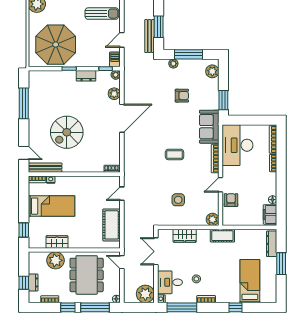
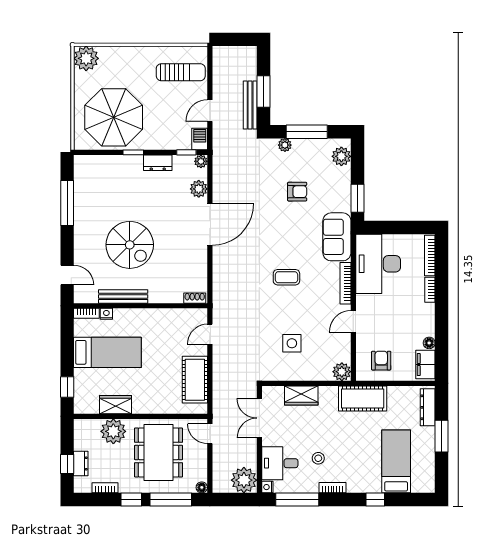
spiral stairs: (67, 132) -> (130, 245), turned -90
bench: (45, 168) -> (123, 296), moved
armchair: (231, 200) -> (381, 361), moved
cot: (222, 236) -> (363, 399), width x1.37, depth x1.34

